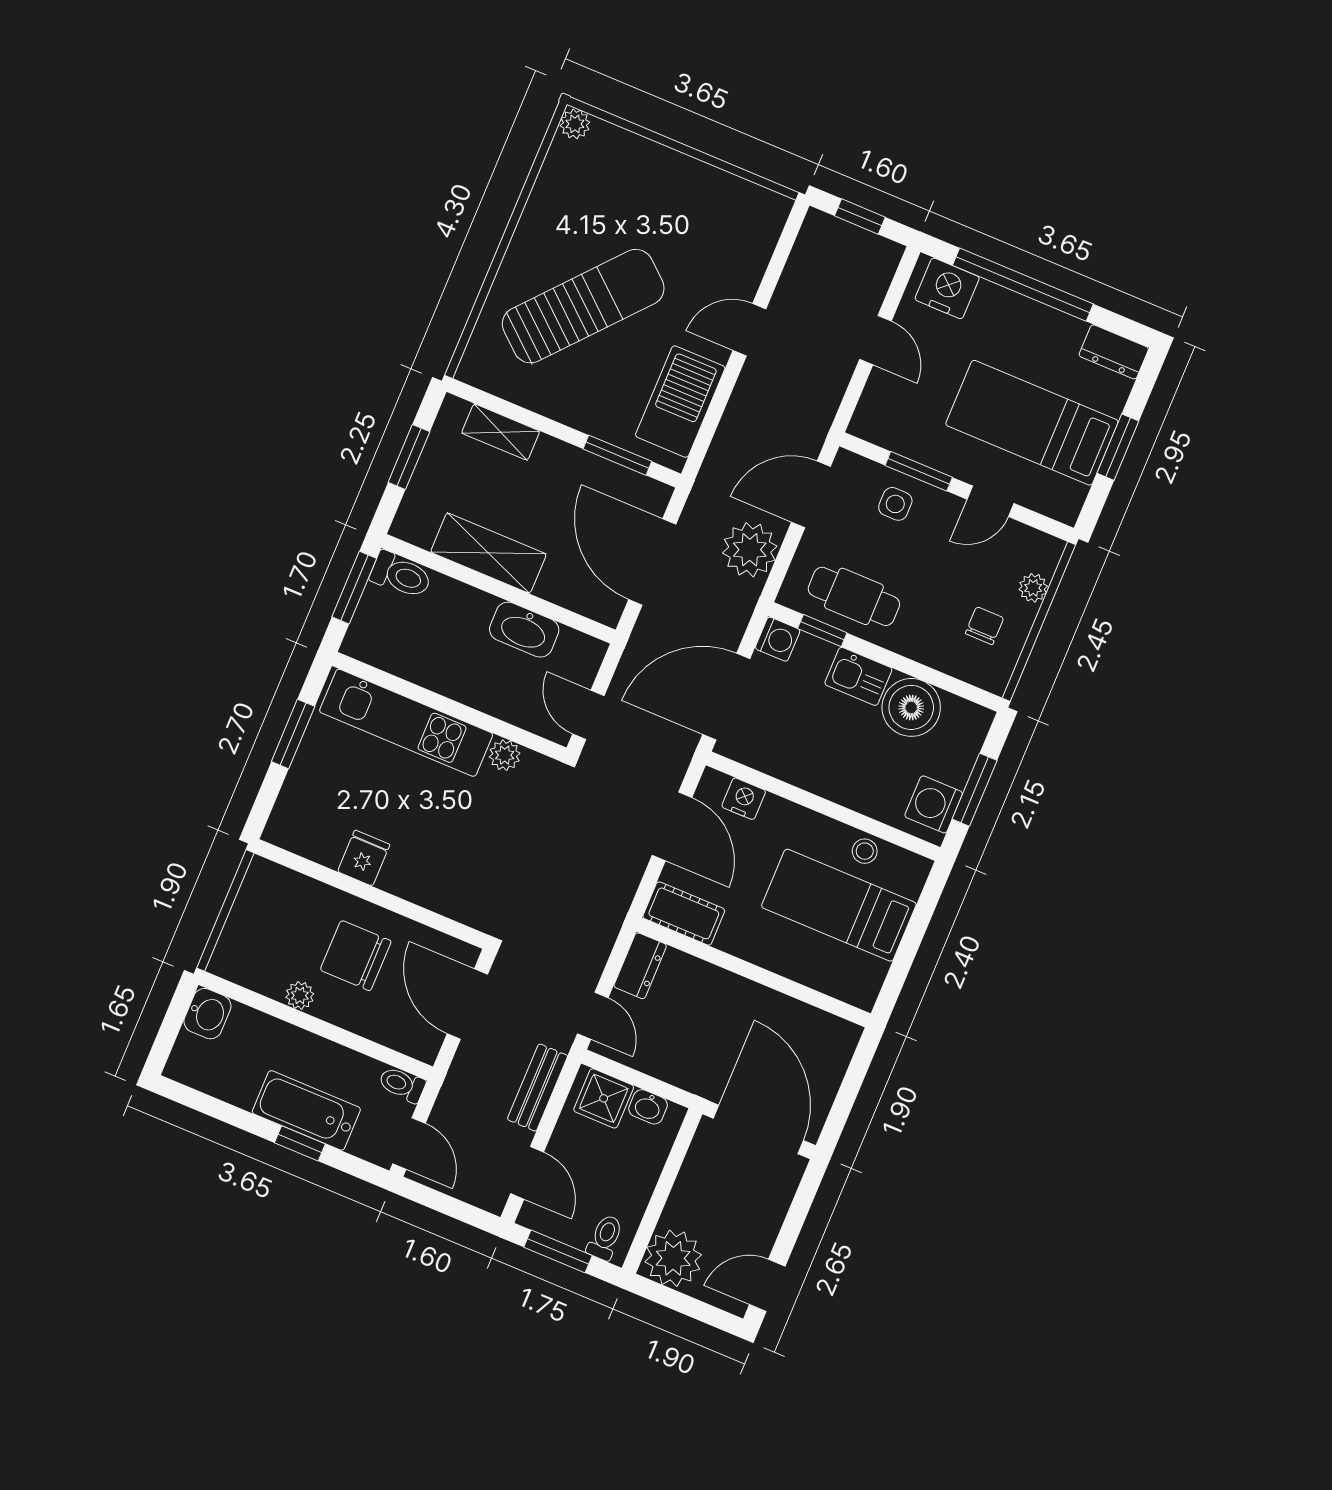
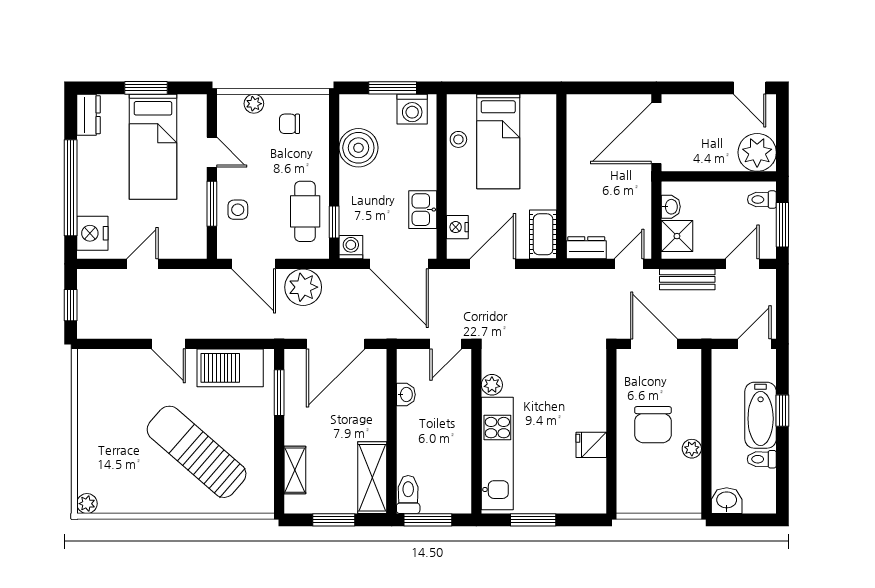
shelving: (488, 553) -> (372, 478), moved
washbasin: (524, 630) -> (406, 395), width x0.52, depth x0.69
kitchen sink: (858, 676) -> (423, 210), moved, turned 180
door: (467, 1004) -> (654, 344), swing flipped
toilet: (402, 1084) -> (762, 459), moved, turned 90

